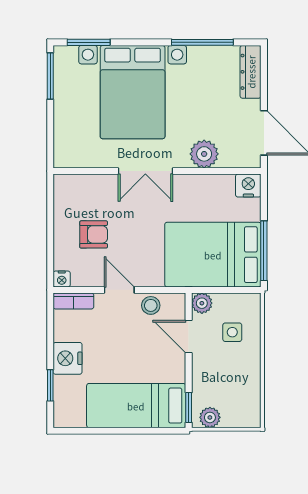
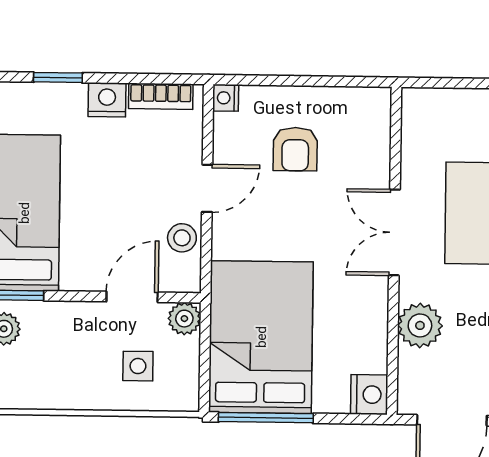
bookcase: (73, 301) -> (161, 96), moved, turned -90
nightstand: (68, 358) -> (107, 100), width x0.74, depth x0.75

